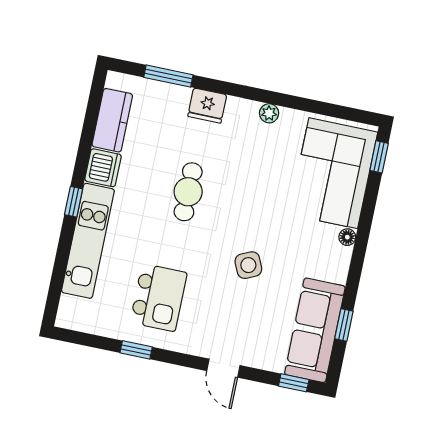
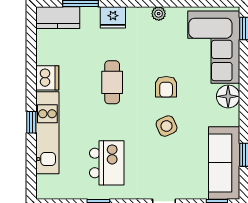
kitchen counter: (112, 120) -> (58, 18), moved, turned 90
window: (74, 202) -> (31, 122), moved
armchair: (259, 213) -> (166, 87), added
floor lamp: (347, 237) -> (228, 96), width x1.89, depth x1.89

